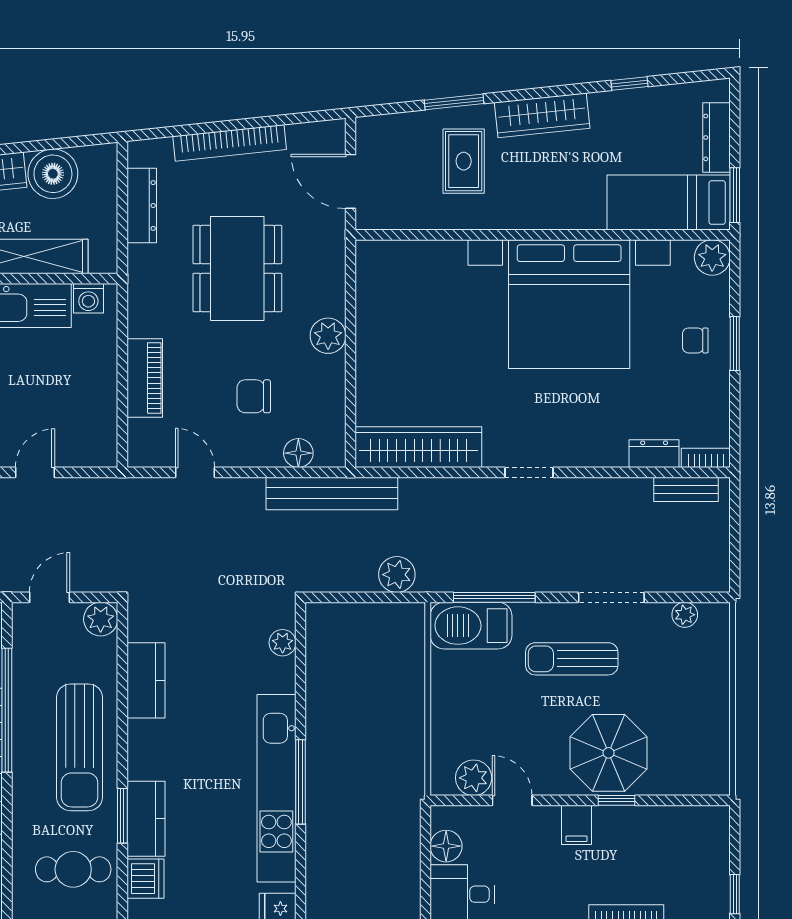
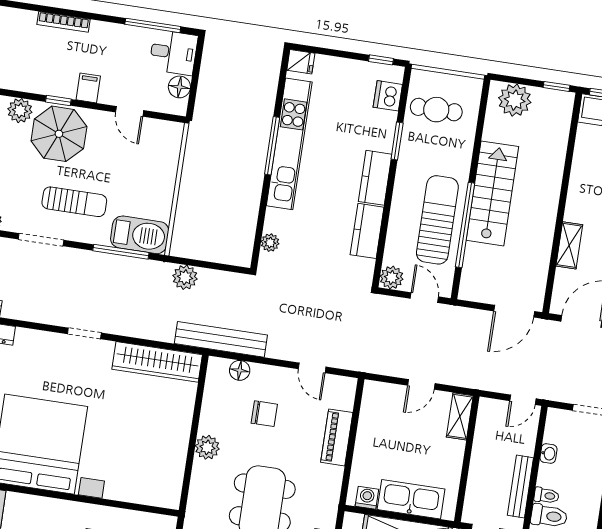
door: (50, 597) -> (424, 298), swing flipped
sun lounger: (80, 747) -> (437, 220), moved
plant: (474, 778) -> (20, 111), moved
kitchen counter: (146, 819) -> (375, 178), moved

